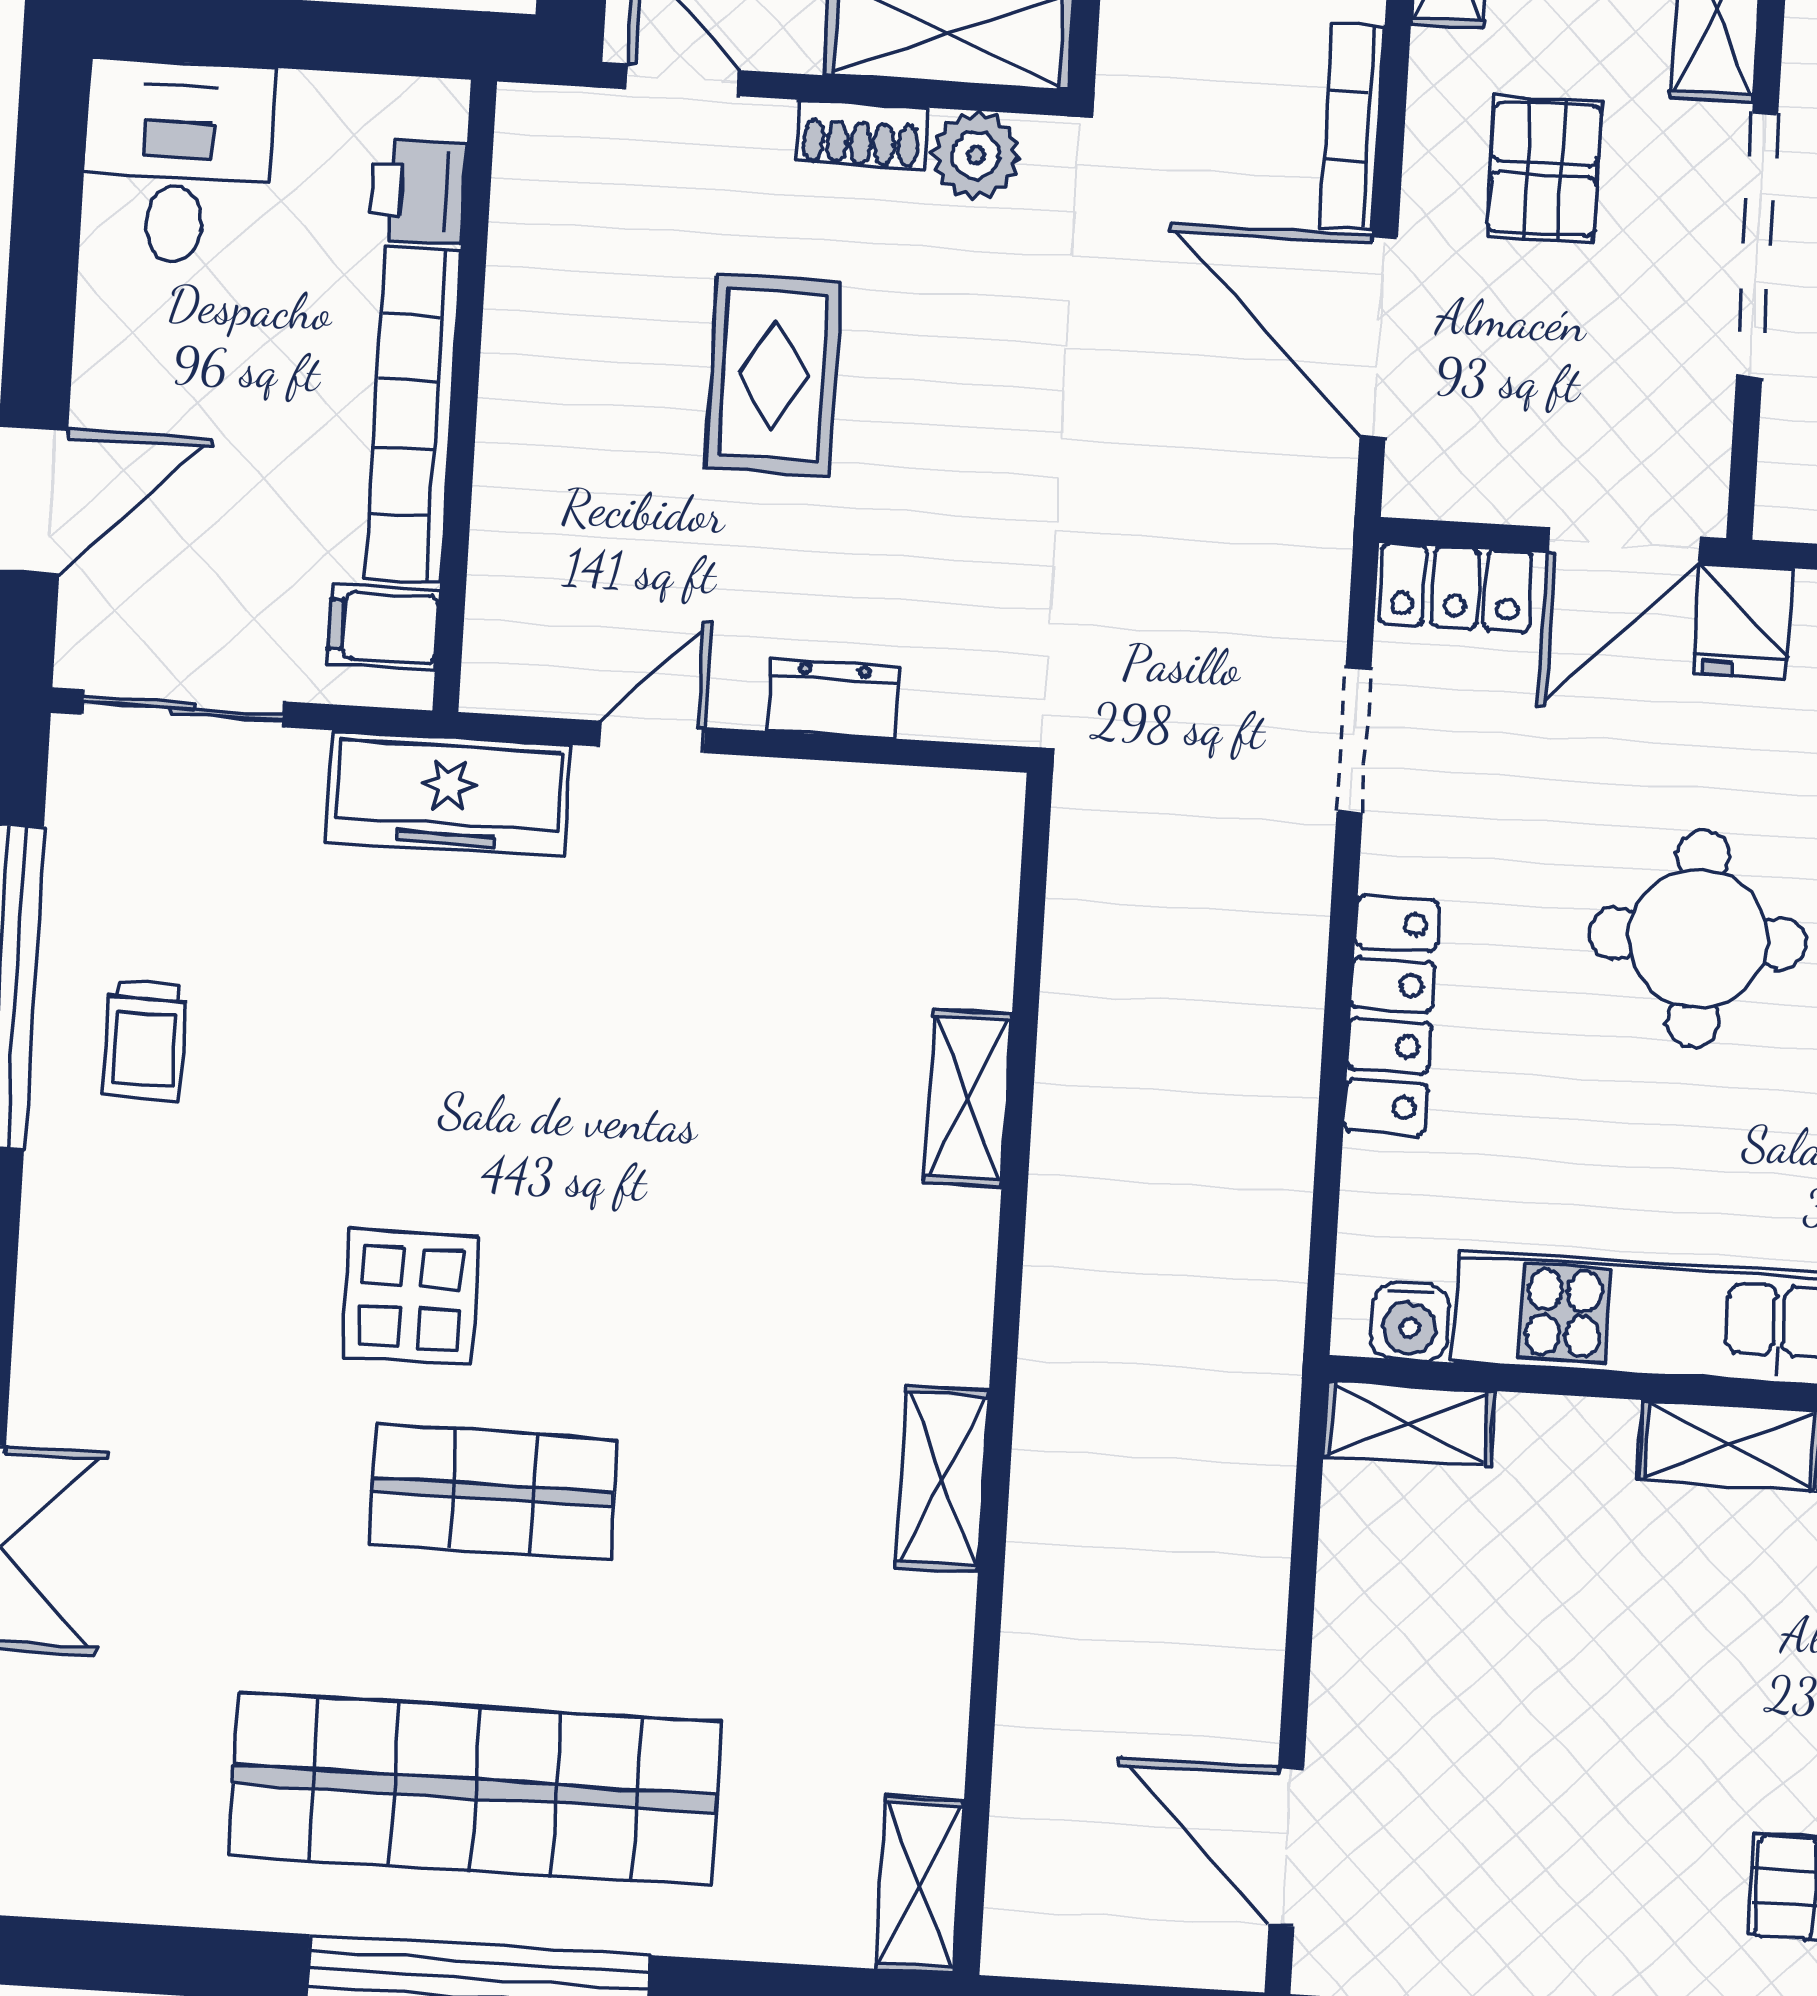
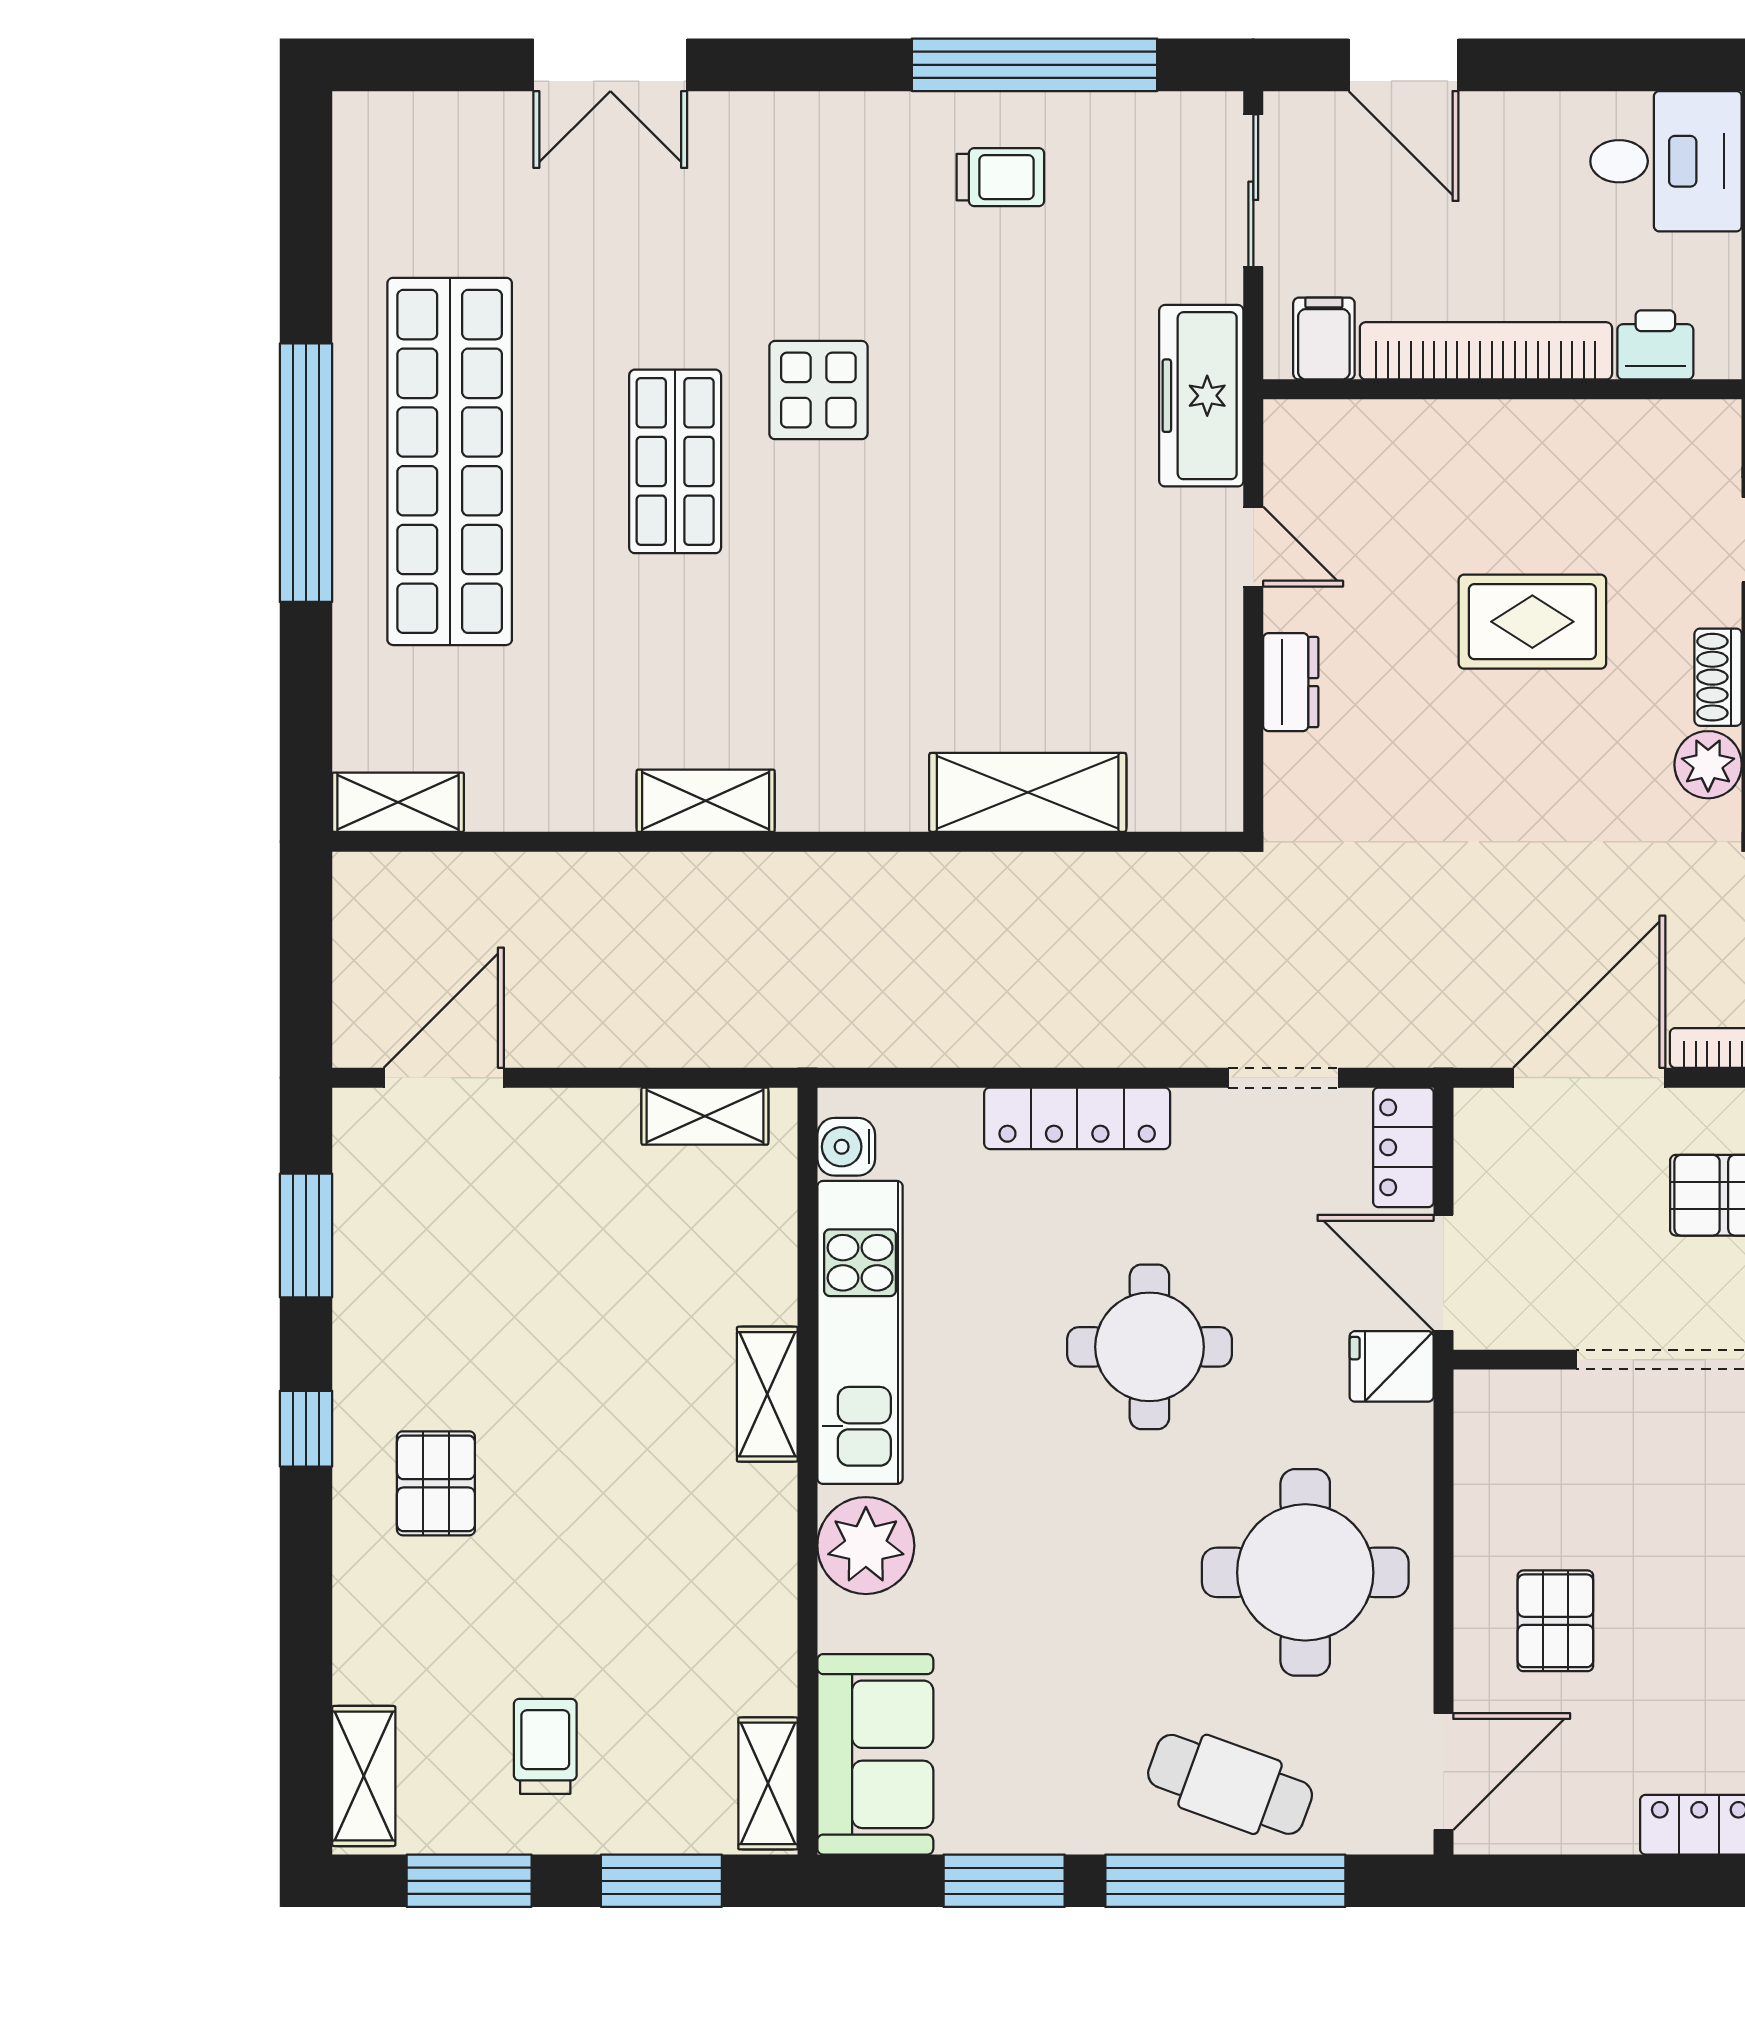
trolley: (145, 1040) -> (1000, 177), turned 180
shelving: (968, 1098) -> (1028, 792), width x1.50, depth x1.33
shelving: (1409, 1424) -> (705, 1116), moved, turned 90

